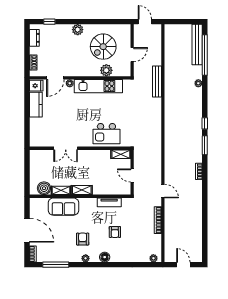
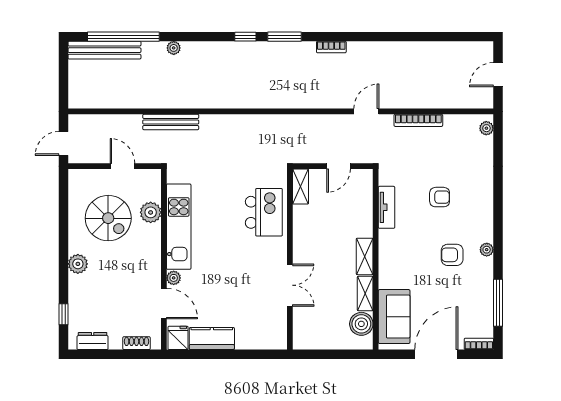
sofa: (63, 207) -> (394, 317), moved
floor lamp: (105, 257) -> (484, 215), removed

